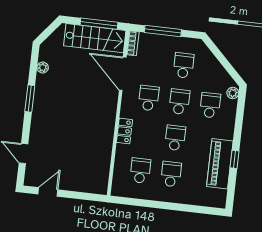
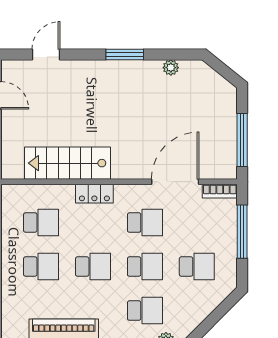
stairs: (95, 38) -> (68, 163), moved, turned 90

